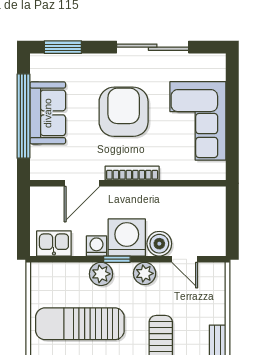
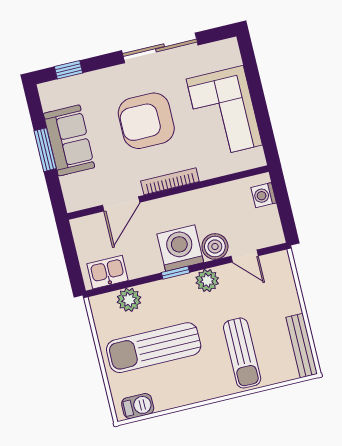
window: (63, 47) -> (69, 70), width x0.67
armchair: (124, 112) -> (146, 121), turned -90
window: (23, 116) -> (45, 150), width x0.47
washing machine: (96, 246) -> (264, 195), moved, turned -90
plant: (101, 274) -> (129, 300), moved

